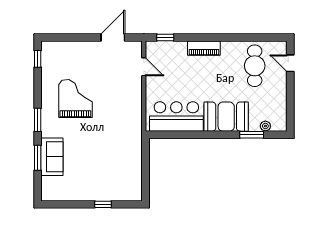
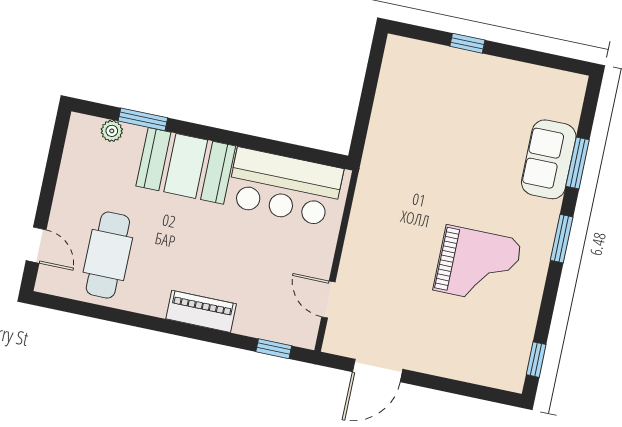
grand piano: (75, 98) -> (478, 265), turned -90

